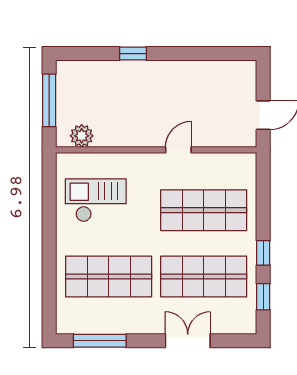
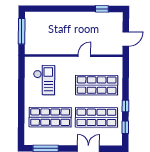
window: (133, 54) -> (102, 9), moved
plant: (82, 136) -> (37, 49), removed
checkout: (96, 200) -> (44, 80), turned 90

